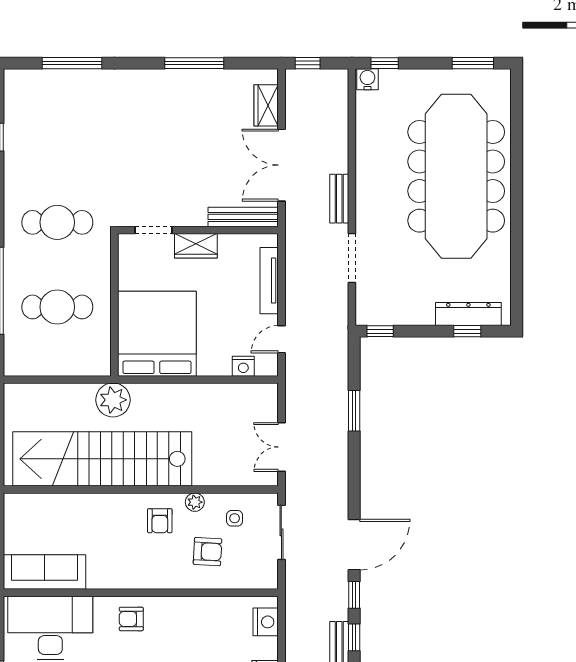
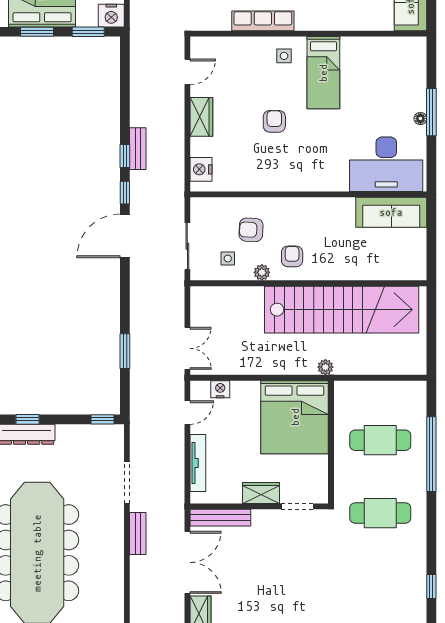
plant: (113, 400) -> (325, 367), width x0.53, depth x0.53
double door: (281, 447) -> (187, 348), moved
armchair: (131, 619) -> (317, 172), removed

